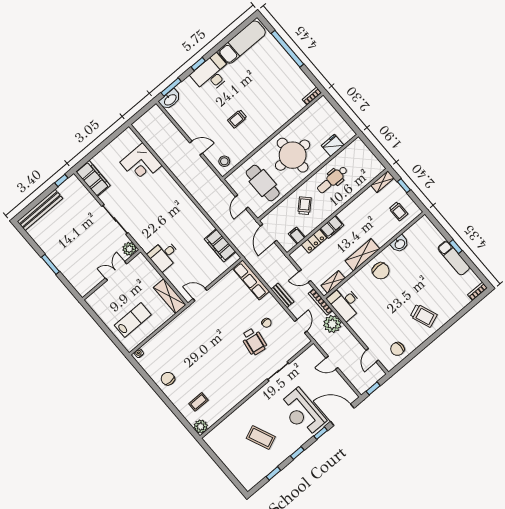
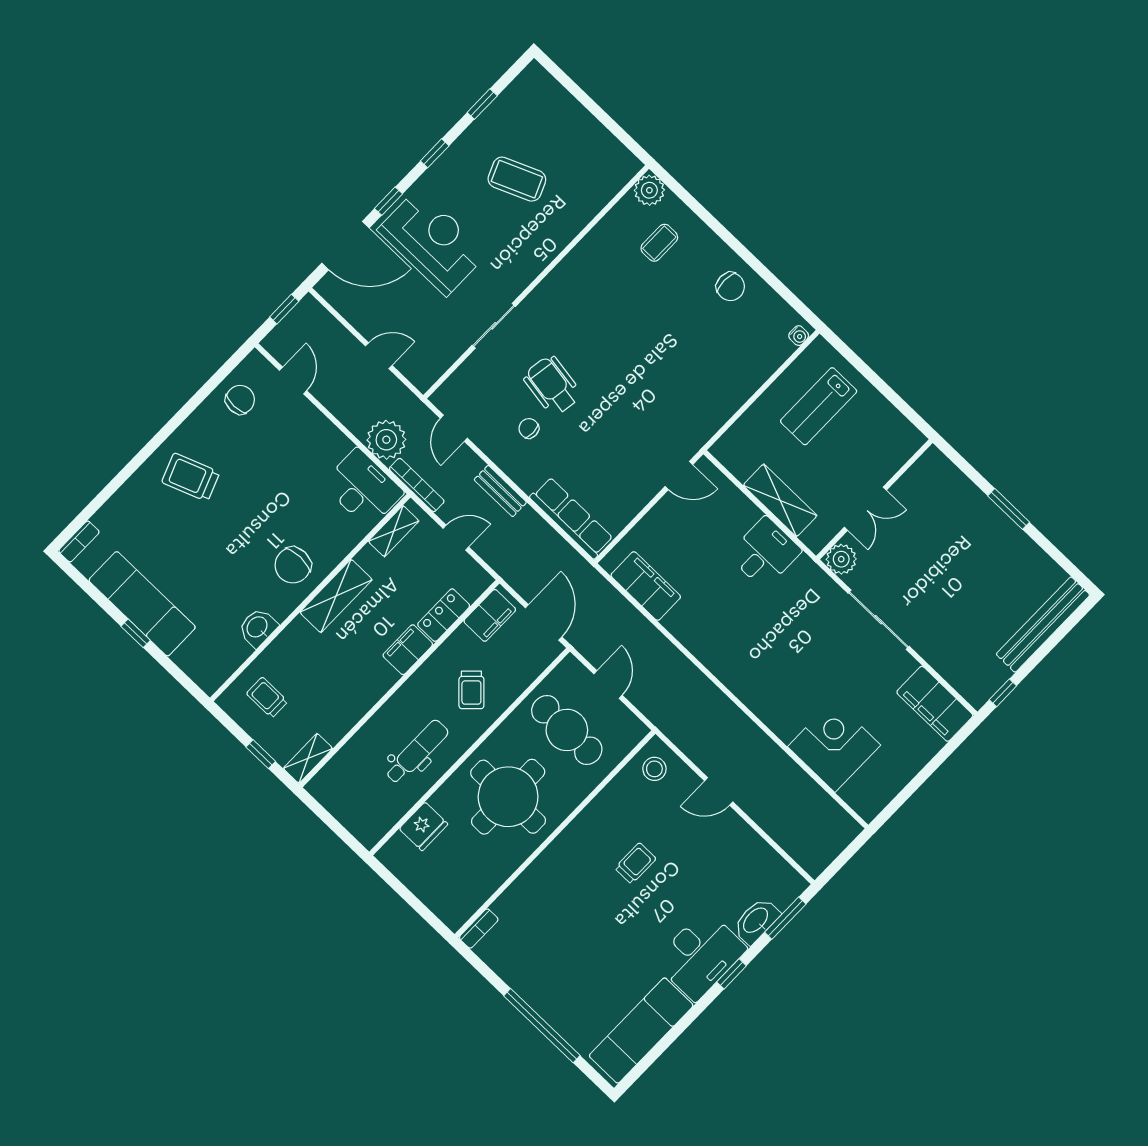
washbasin: (170, 100) -> (756, 921), moved
filing cabinet: (297, 236) -> (490, 615), width x2.00
exam couch: (454, 258) -> (142, 604), width x1.36, depth x1.45
chair: (381, 271) -> (293, 565), turned -89
shelving: (170, 296) -> (780, 500), moved

